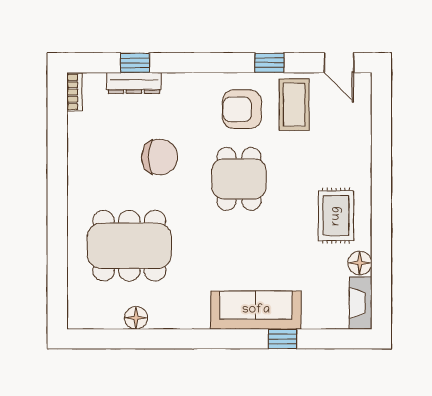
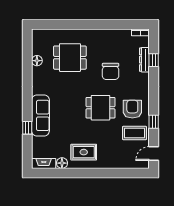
dining table: (129, 246) -> (70, 58), width x0.73

